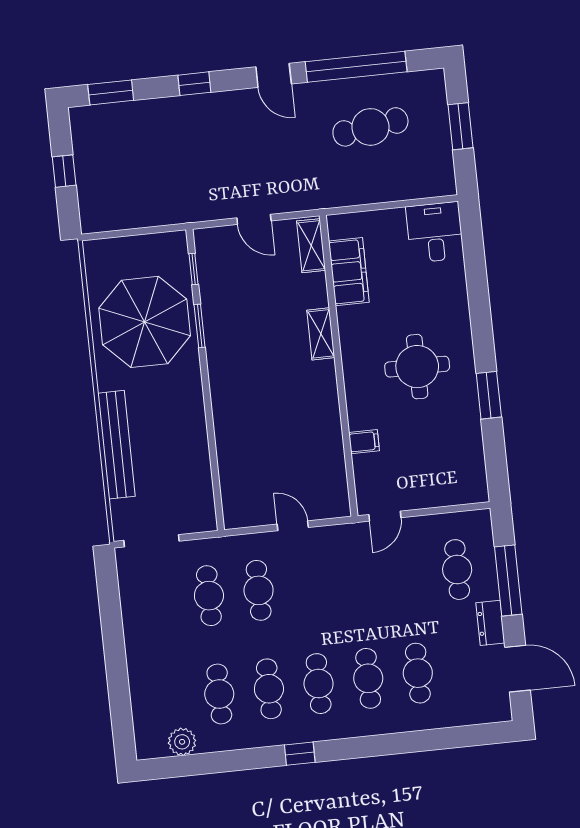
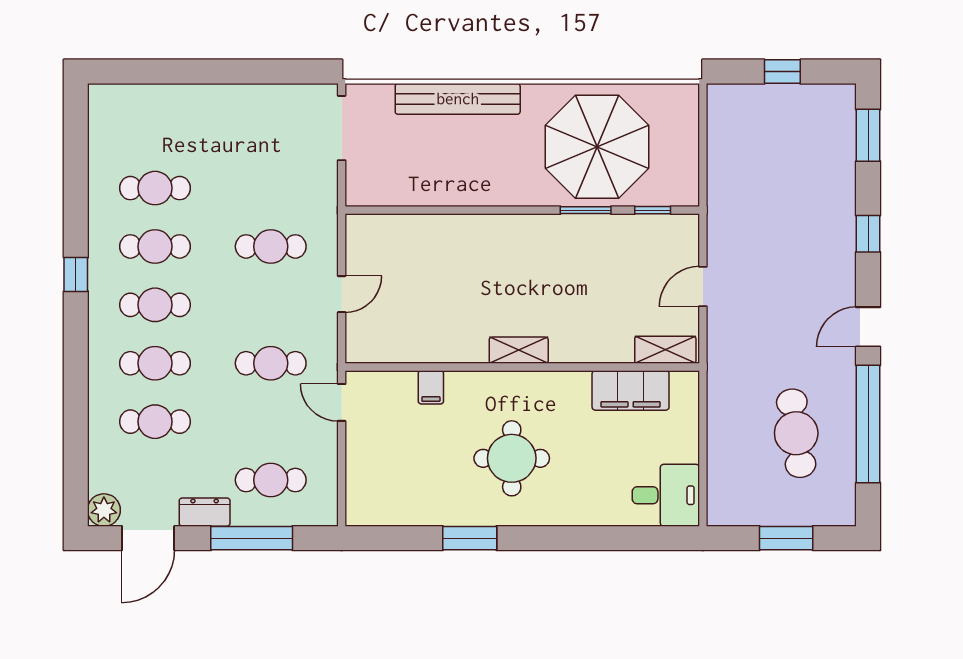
shelving: (321, 334) -> (519, 350), moved
cafe table: (209, 596) -> (271, 363), moved
plant: (182, 742) -> (104, 510), moved

